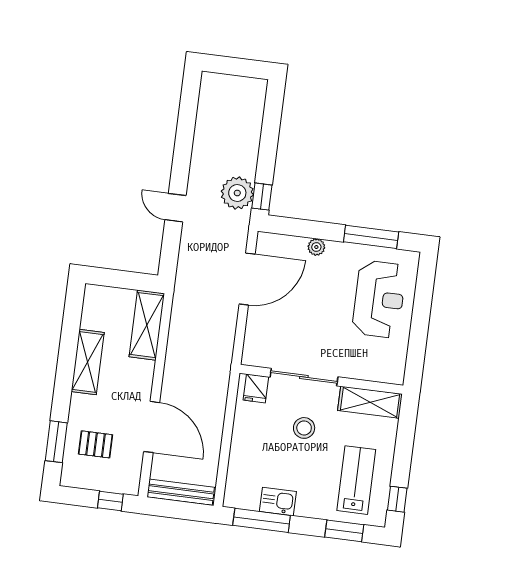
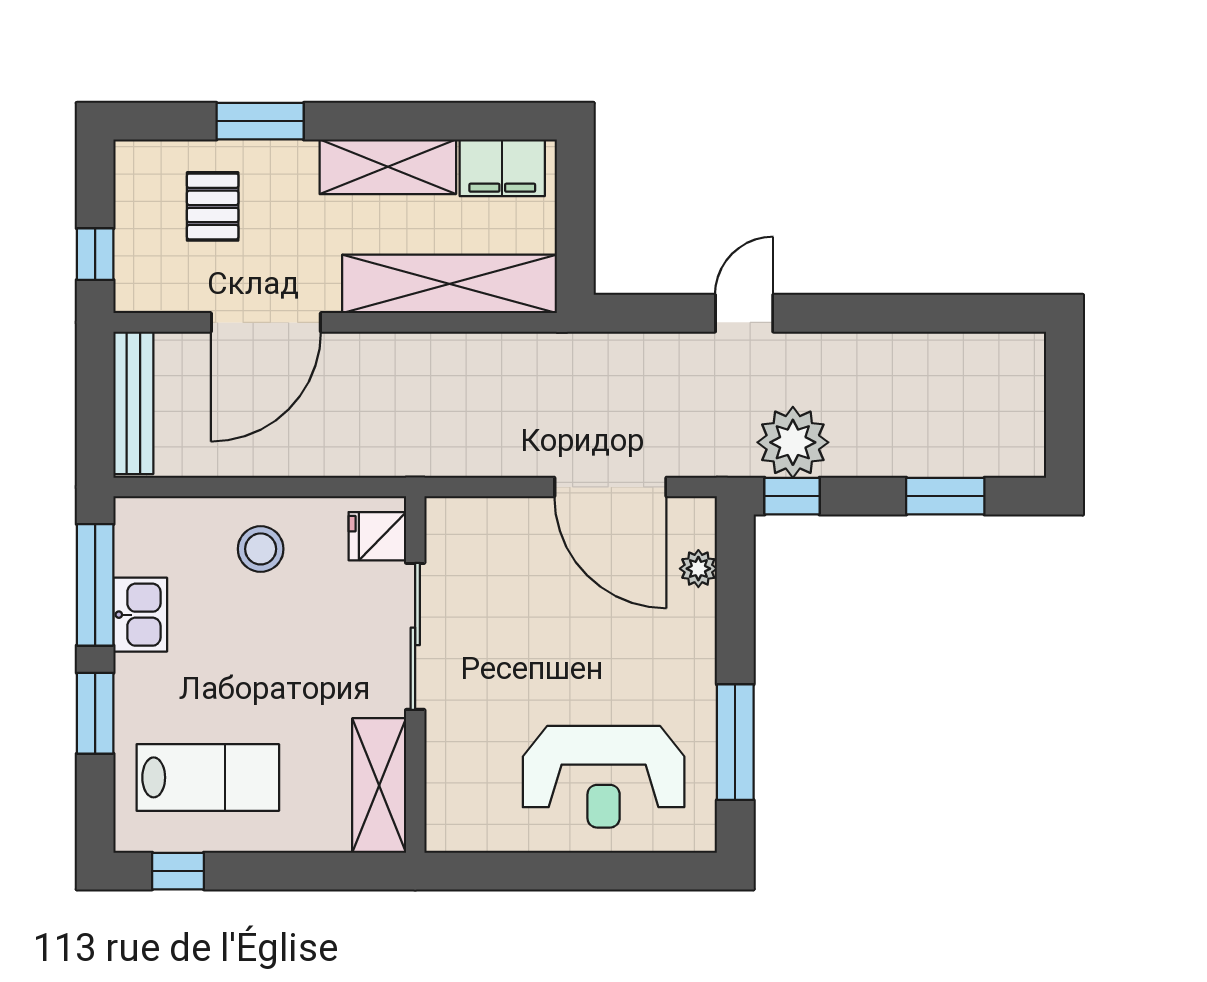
window: (271, 126) -> (945, 496), added
plant: (316, 247) -> (698, 569), moved
filing cabinet: (95, 310) -> (502, 168), added
shelving: (147, 325) -> (450, 284), width x1.47
stool: (304, 428) -> (261, 549), moved
window: (56, 442) -> (260, 121), moved
window: (344, 531) -> (95, 713), moved

